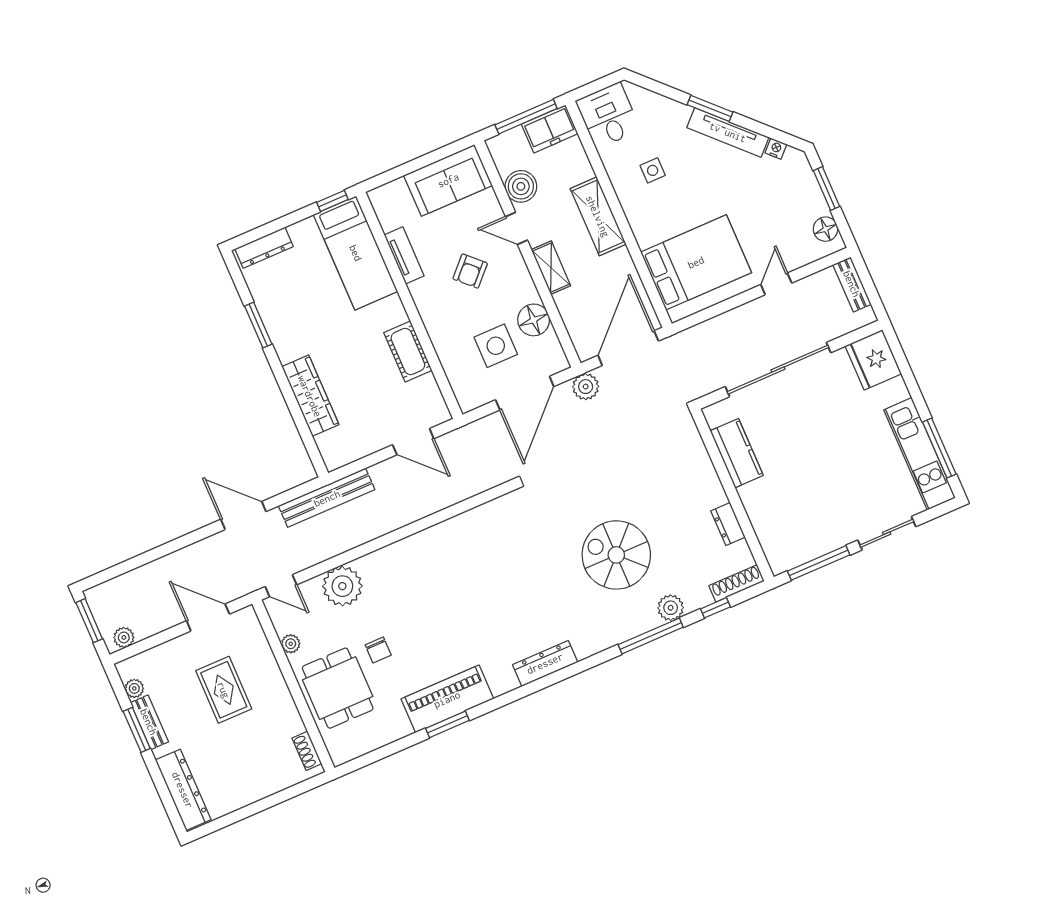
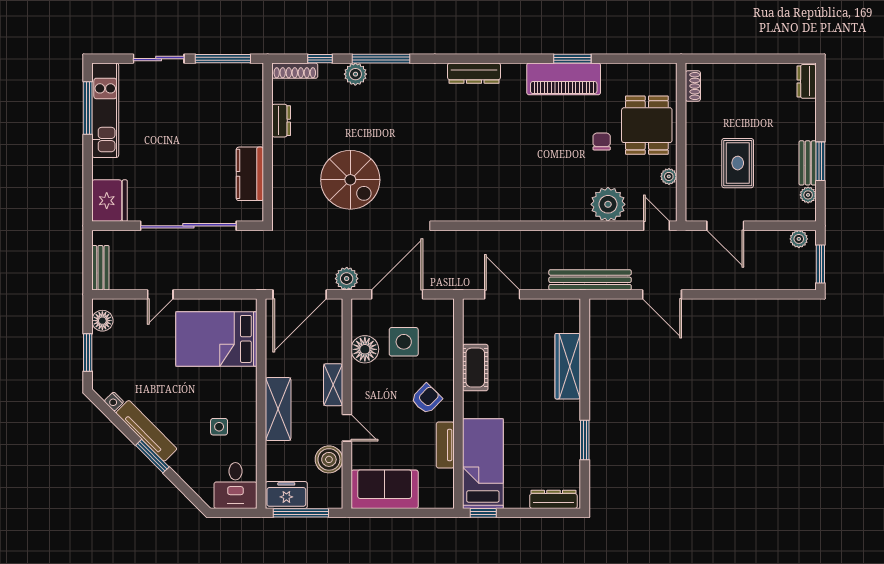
armchair: (470, 271) -> (427, 399), moved
spiral stairs: (616, 555) -> (350, 180), moved
dresser: (183, 790) -> (807, 81), width x0.51, depth x0.80

